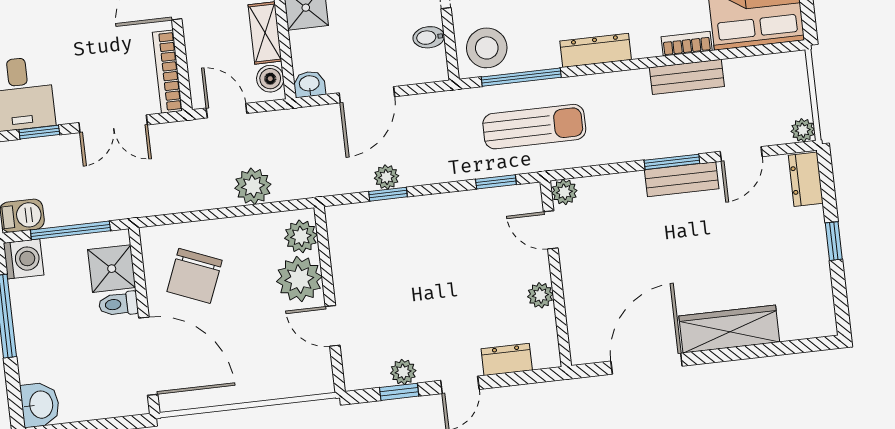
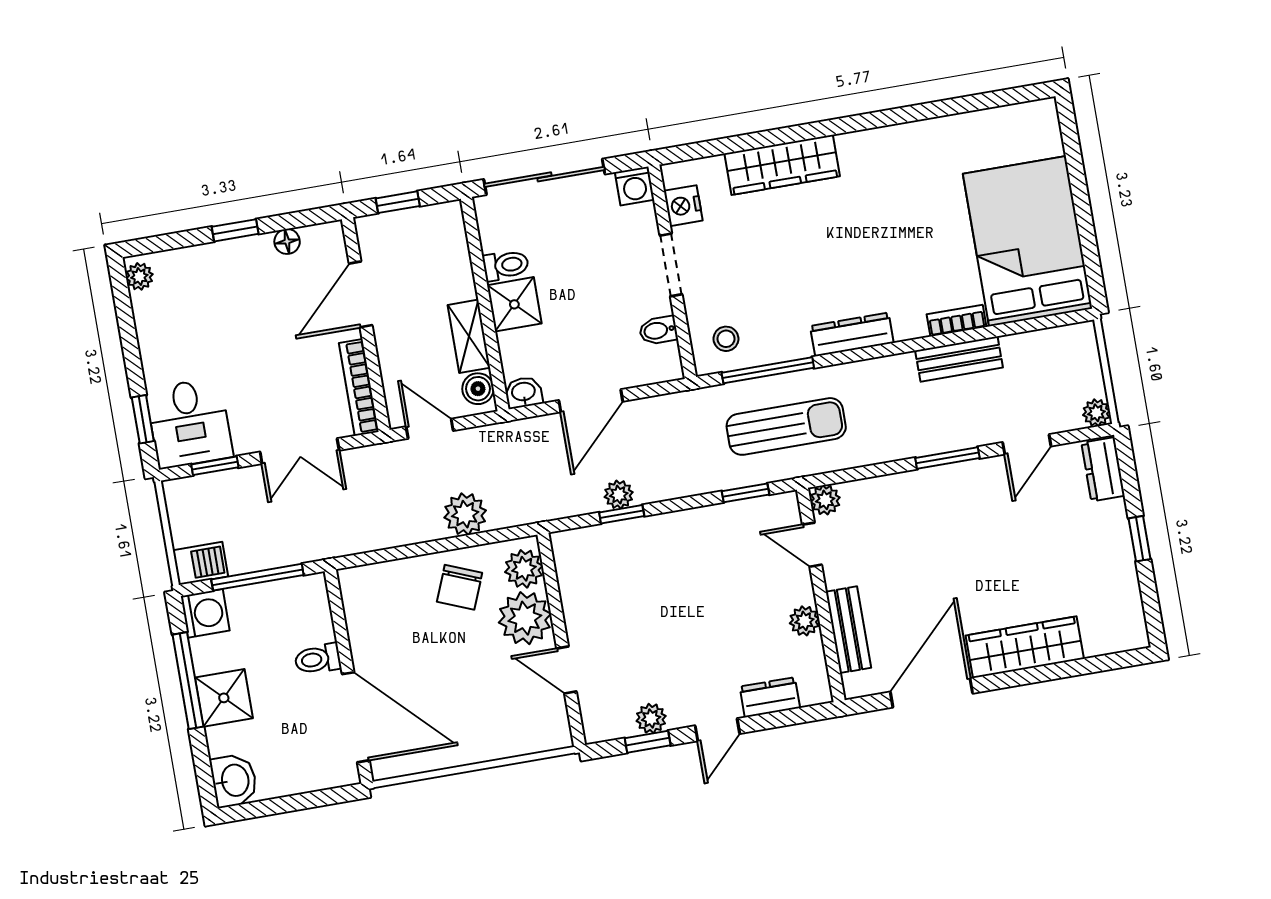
stool: (487, 48) -> (726, 339), width x0.53, depth x0.53
bench: (682, 179) -> (848, 630), moved, turned 90
shower: (112, 269) -> (224, 698), moved
chair: (195, 276) -> (460, 587), moved, width x0.73, depth x0.73

